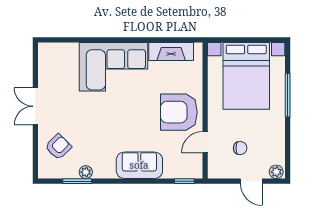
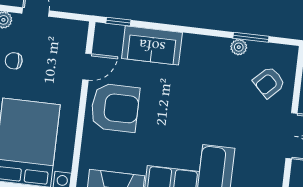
chair: (240, 148) -> (14, 61), moved
sofa: (139, 165) -> (152, 45), moved

